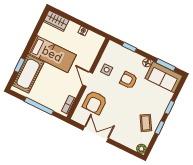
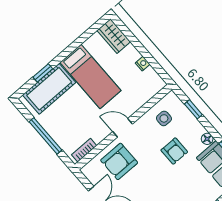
side table: (107, 70) -> (164, 118), moved
door: (88, 79) -> (123, 128), hinge flipped
armchair: (128, 80) -> (174, 151), turned 180

